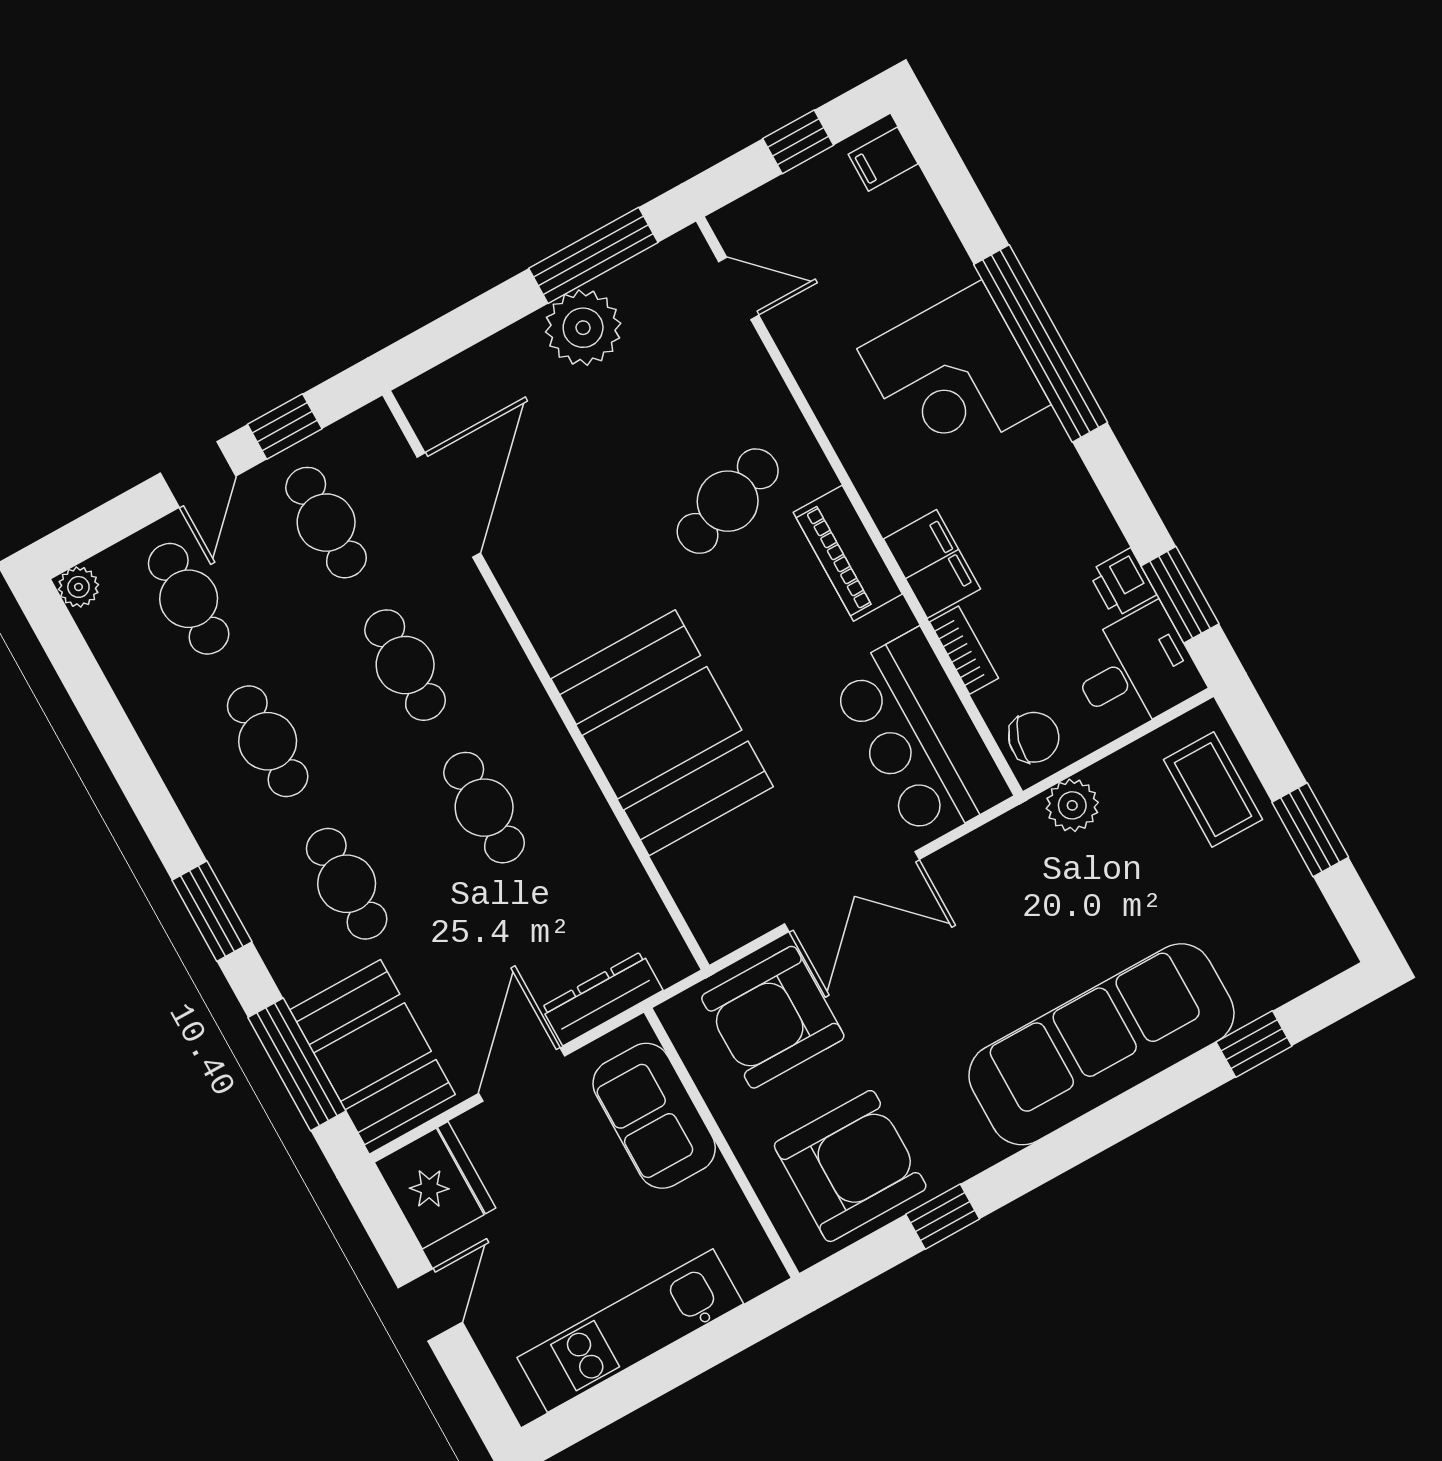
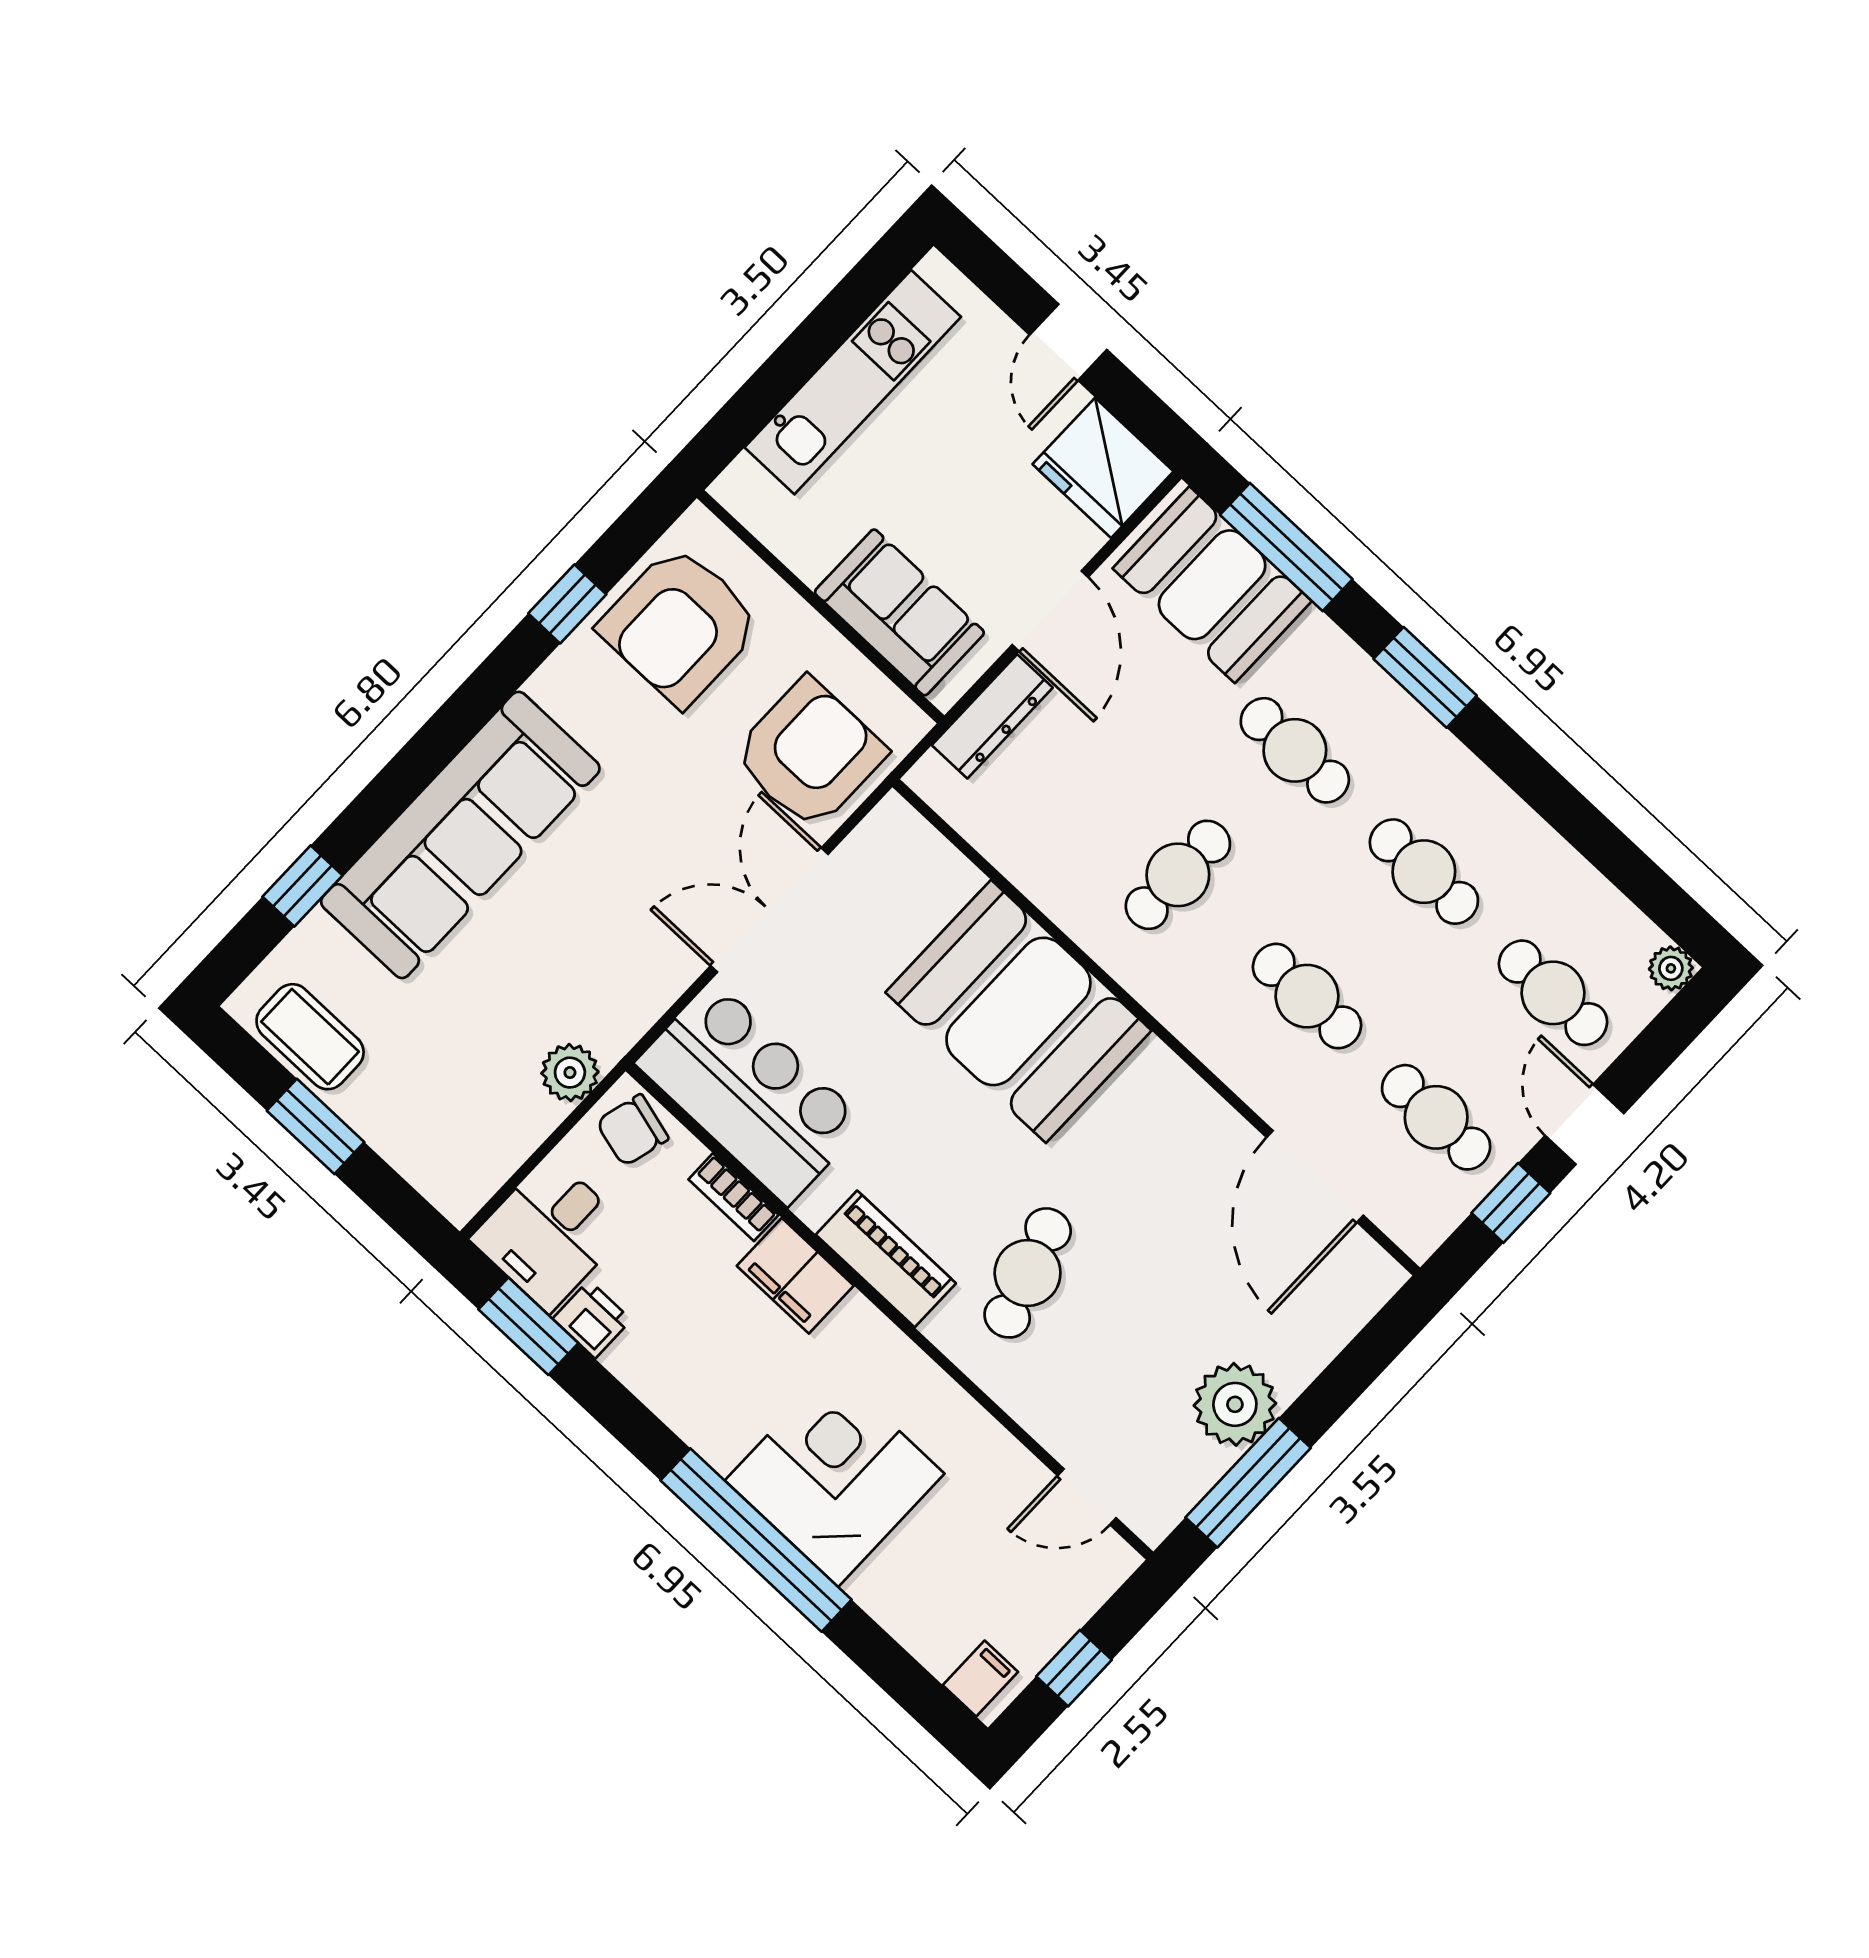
coffee table: (1213, 790) -> (310, 1037), moved
cafe table: (484, 808) -> (1178, 875), turned 90

